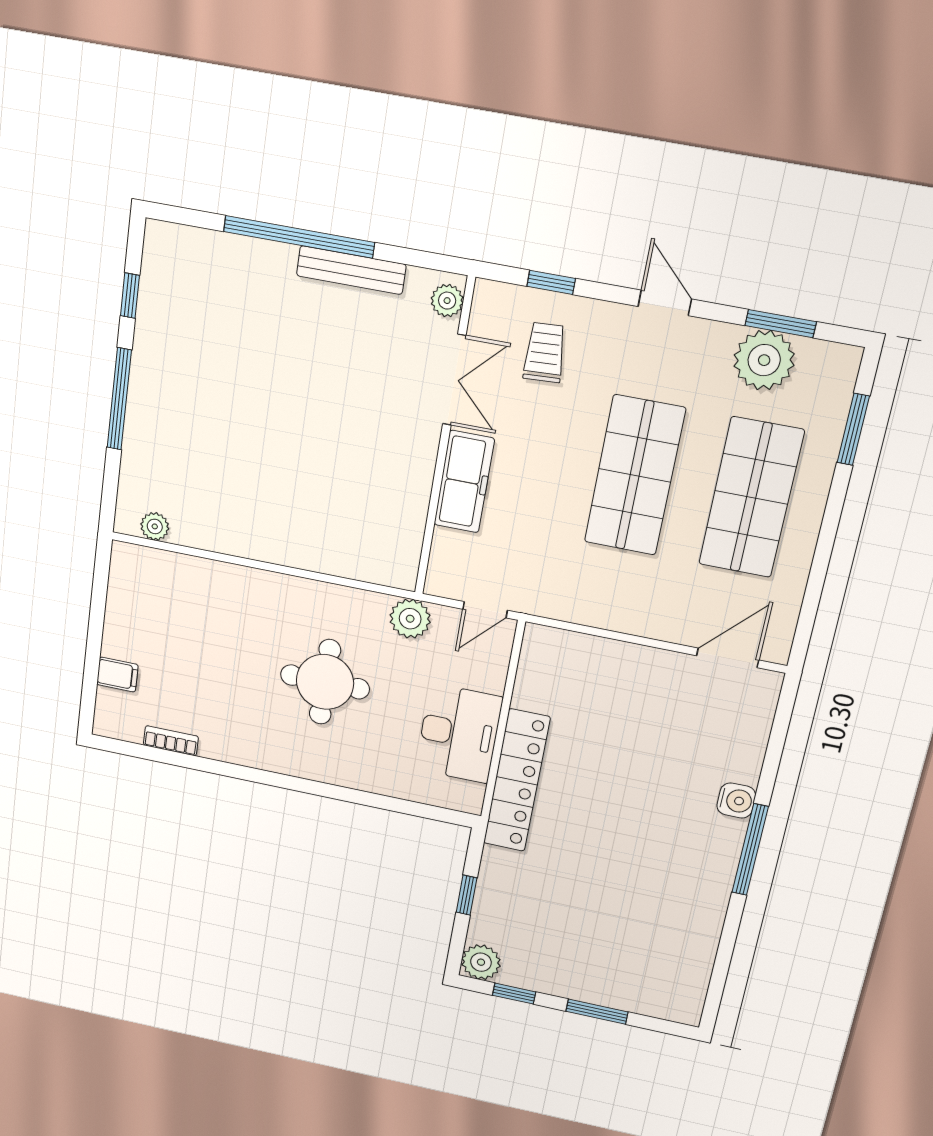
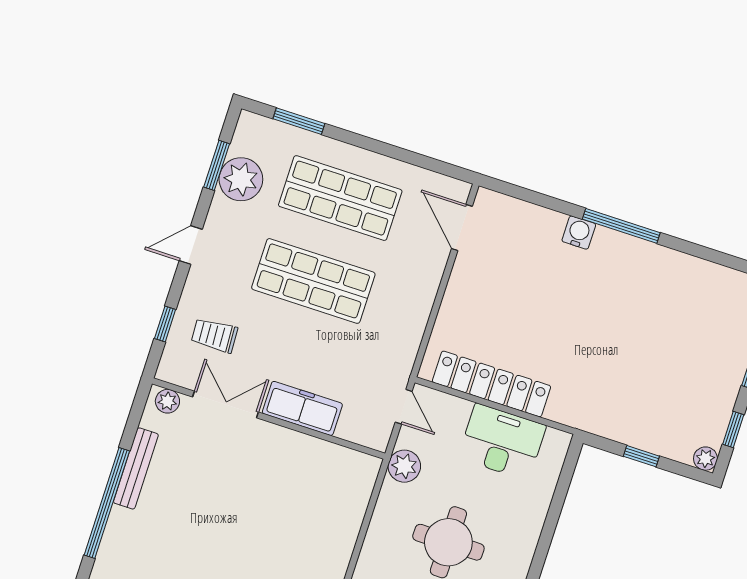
locker: (517, 781) -> (491, 384), moved
plant: (481, 962) -> (705, 459), width x0.73, depth x0.73

